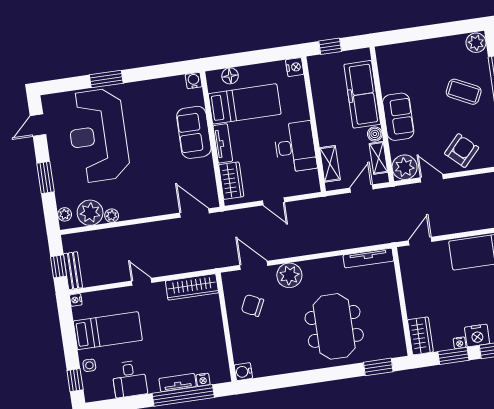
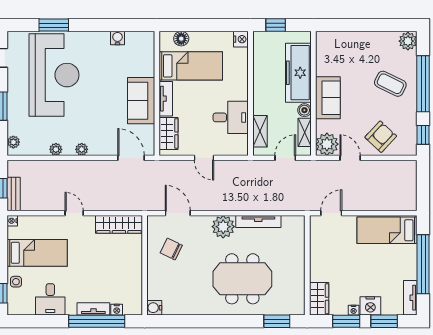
window: (106, 79) -> (54, 25), moved
water cooler: (194, 81) -> (117, 38), moved
sofa: (194, 132) -> (141, 101), moved
reception desk: (98, 135) -> (54, 75), turned 180
desk: (295, 147) -> (231, 117), width x0.73
plant: (90, 213) -> (82, 149), moved, width x0.53, depth x0.53
tv unit: (368, 258) -> (258, 221), moved
plant: (289, 275) -> (223, 227), moved
meeting table: (334, 326) -> (242, 279), turned 90

